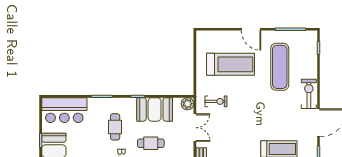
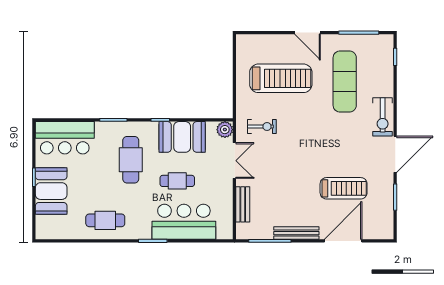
exercise bike: (309, 94) -> (383, 117), turned 180
cafe table: (115, 127) -> (131, 160), width x1.37, depth x1.35

